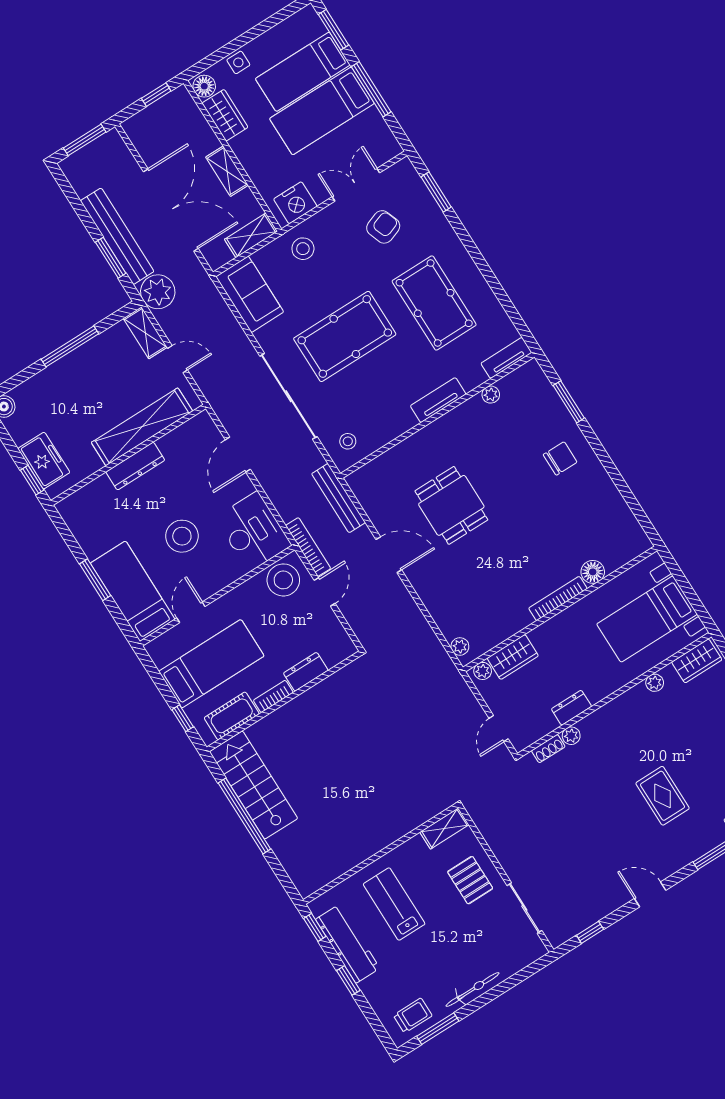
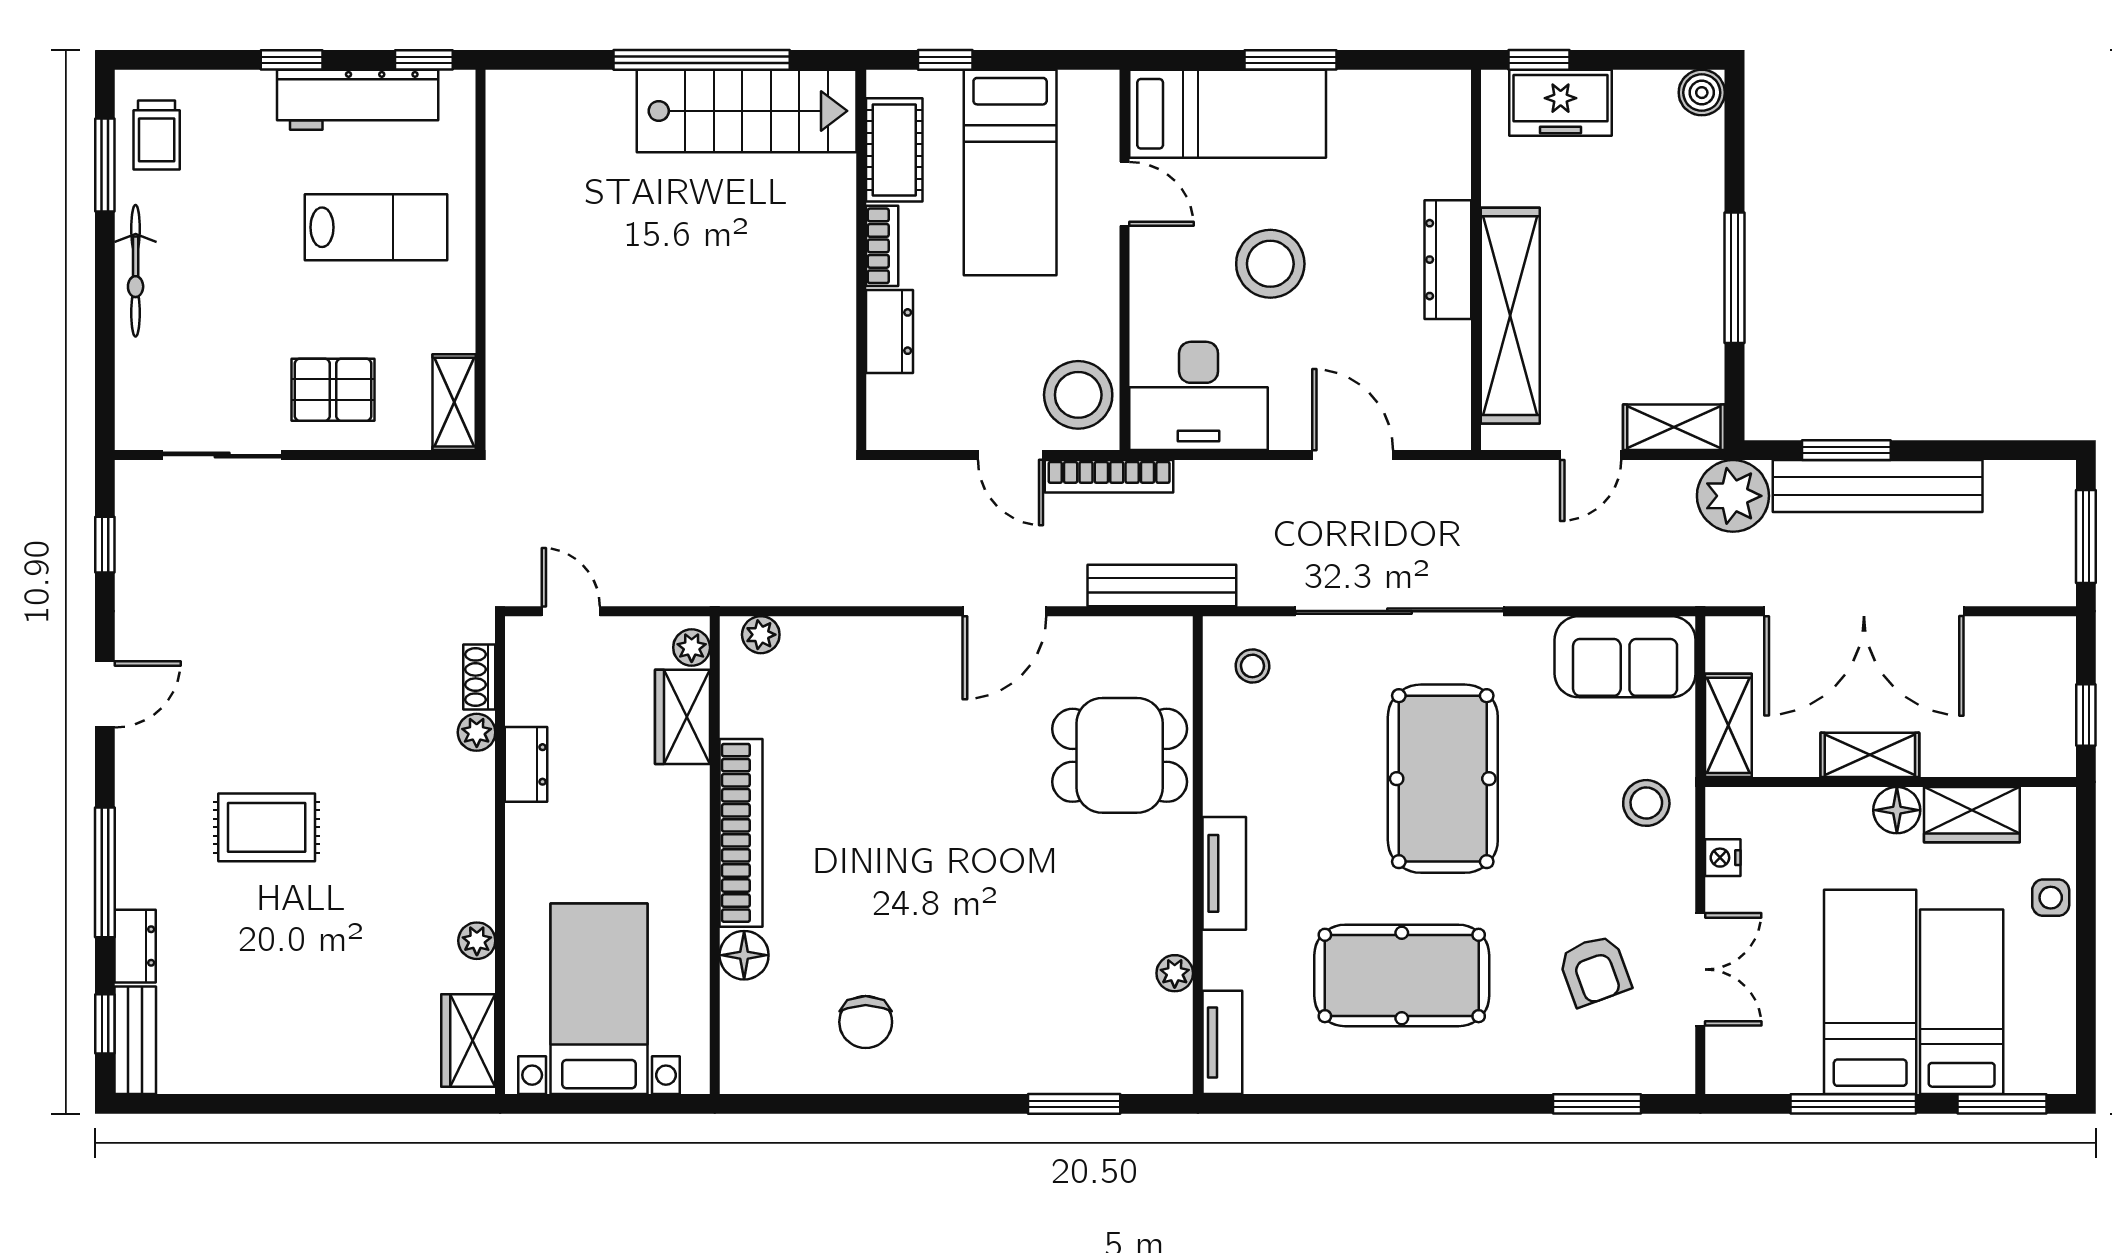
floor lamp: (204, 86) -> (1897, 810), moved
nightstand: (295, 203) -> (1723, 858), width x0.53, depth x0.56
chair: (560, 458) -> (866, 1022), moved
dining table: (451, 505) -> (1120, 755), moved
bookcase: (558, 598) -> (741, 833), width x1.48, depth x1.31

